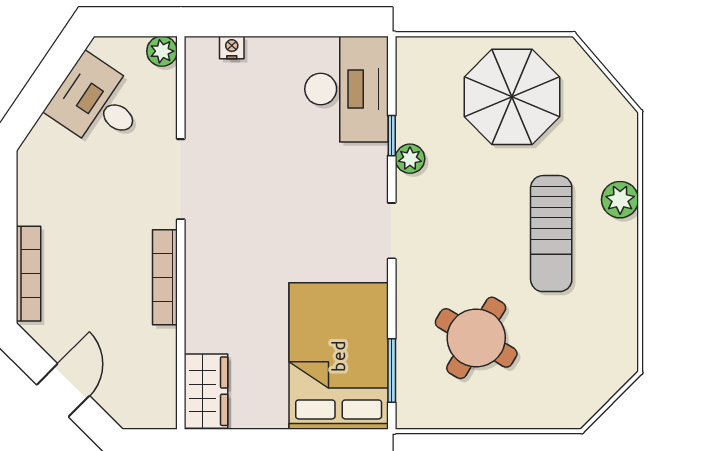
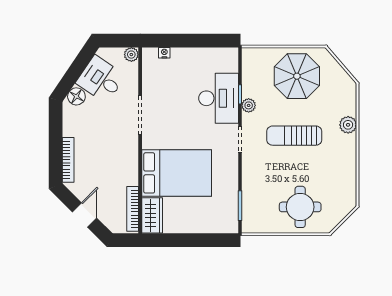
desk: (346, 89) -> (219, 98), moved
floor lamp: (46, 140) -> (76, 96), added
sun lounger: (551, 234) -> (294, 136), moved, turned 90
bookcase: (165, 277) -> (133, 209), moved
round table: (476, 338) -> (300, 207), moved, turned -31
bed: (339, 356) -> (177, 173), moved, turned 90

